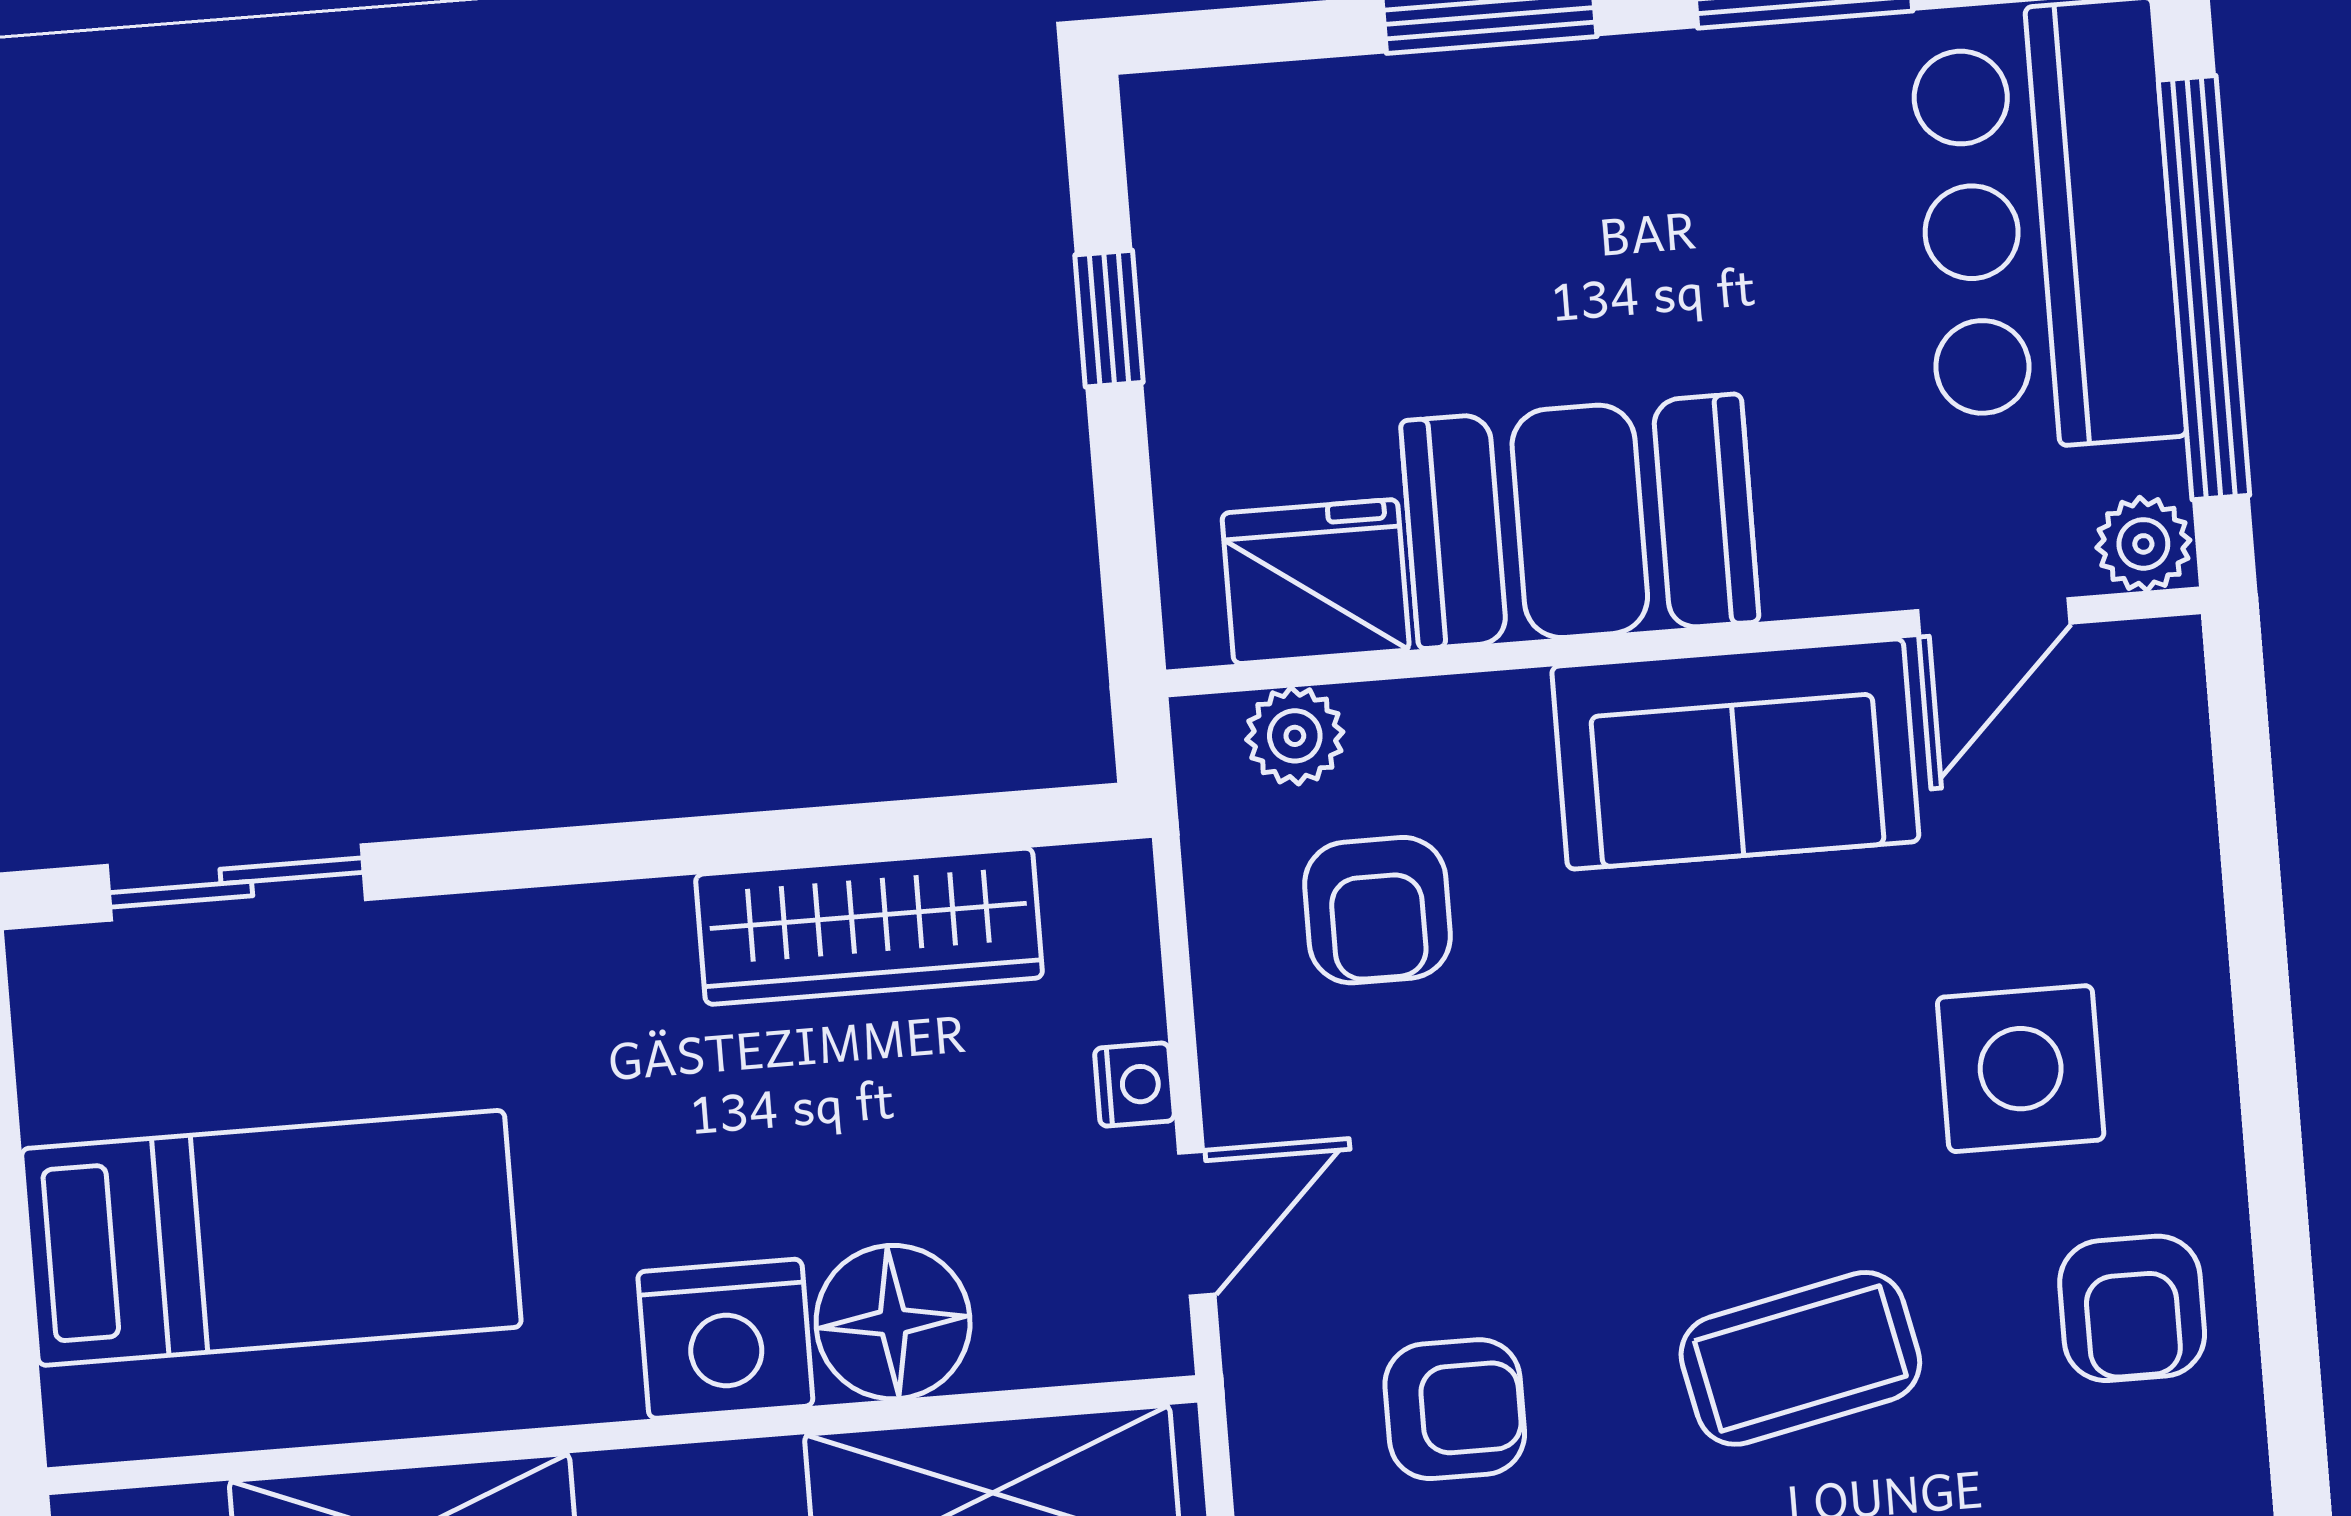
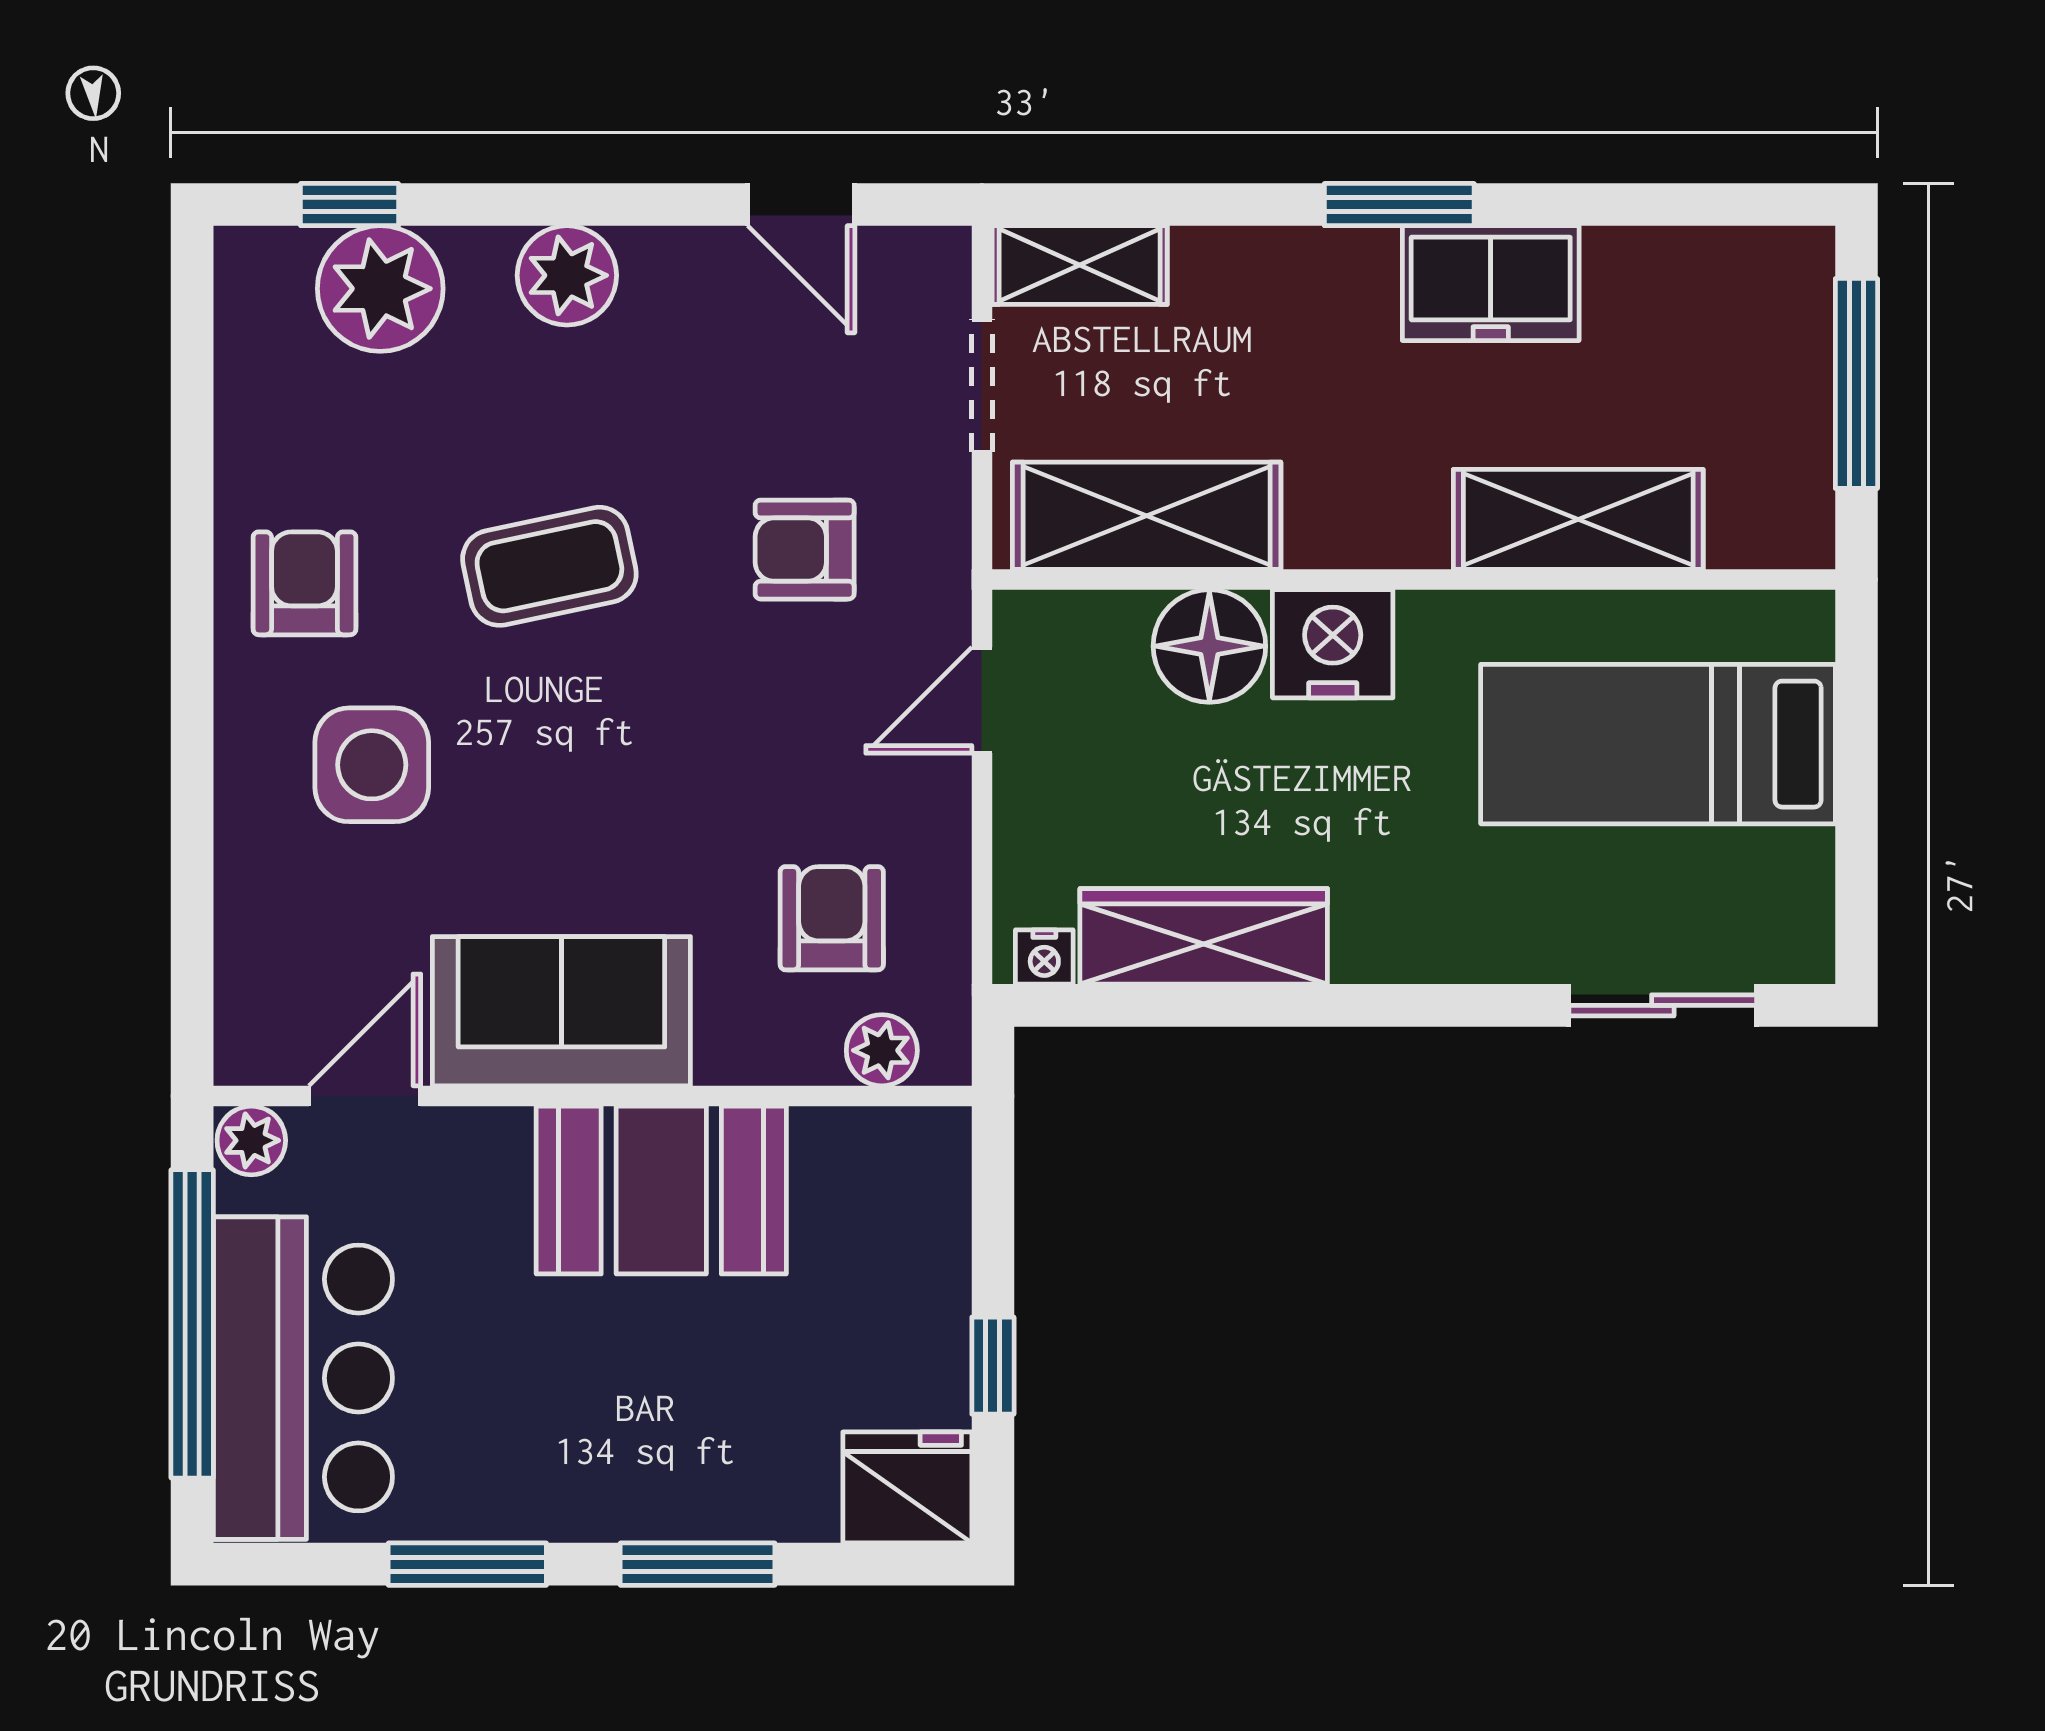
fridge: (1316, 582) -> (907, 1487), moved, turned 180
nightstand: (1134, 1085) -> (1044, 957), moved, turned -90

